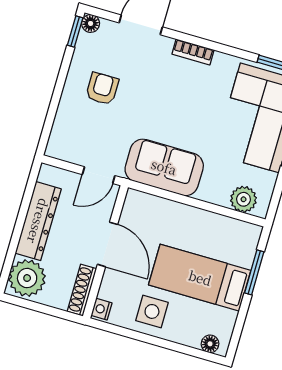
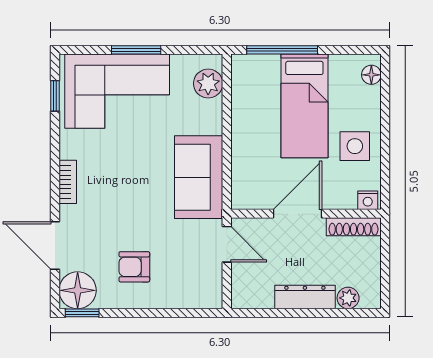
floor lamp: (91, 23) -> (78, 290), width x1.89, depth x1.89
dresser: (38, 221) -> (305, 297), width x0.73, depth x0.80
window: (254, 272) -> (282, 50), width x1.44
plant: (27, 278) -> (348, 298), width x0.53, depth x0.53

